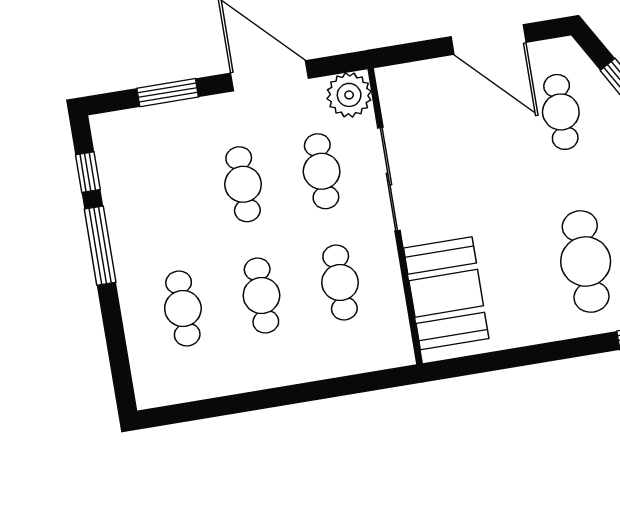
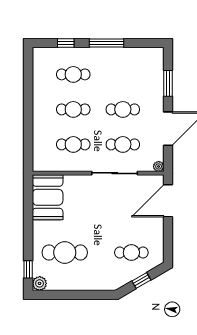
door: (488, 40) -> (168, 201), moved
plant: (349, 95) -> (159, 166), width x0.53, depth x0.53
window: (88, 172) -> (66, 43), moved
booth: (446, 293) -> (48, 197), moved, turned 90

